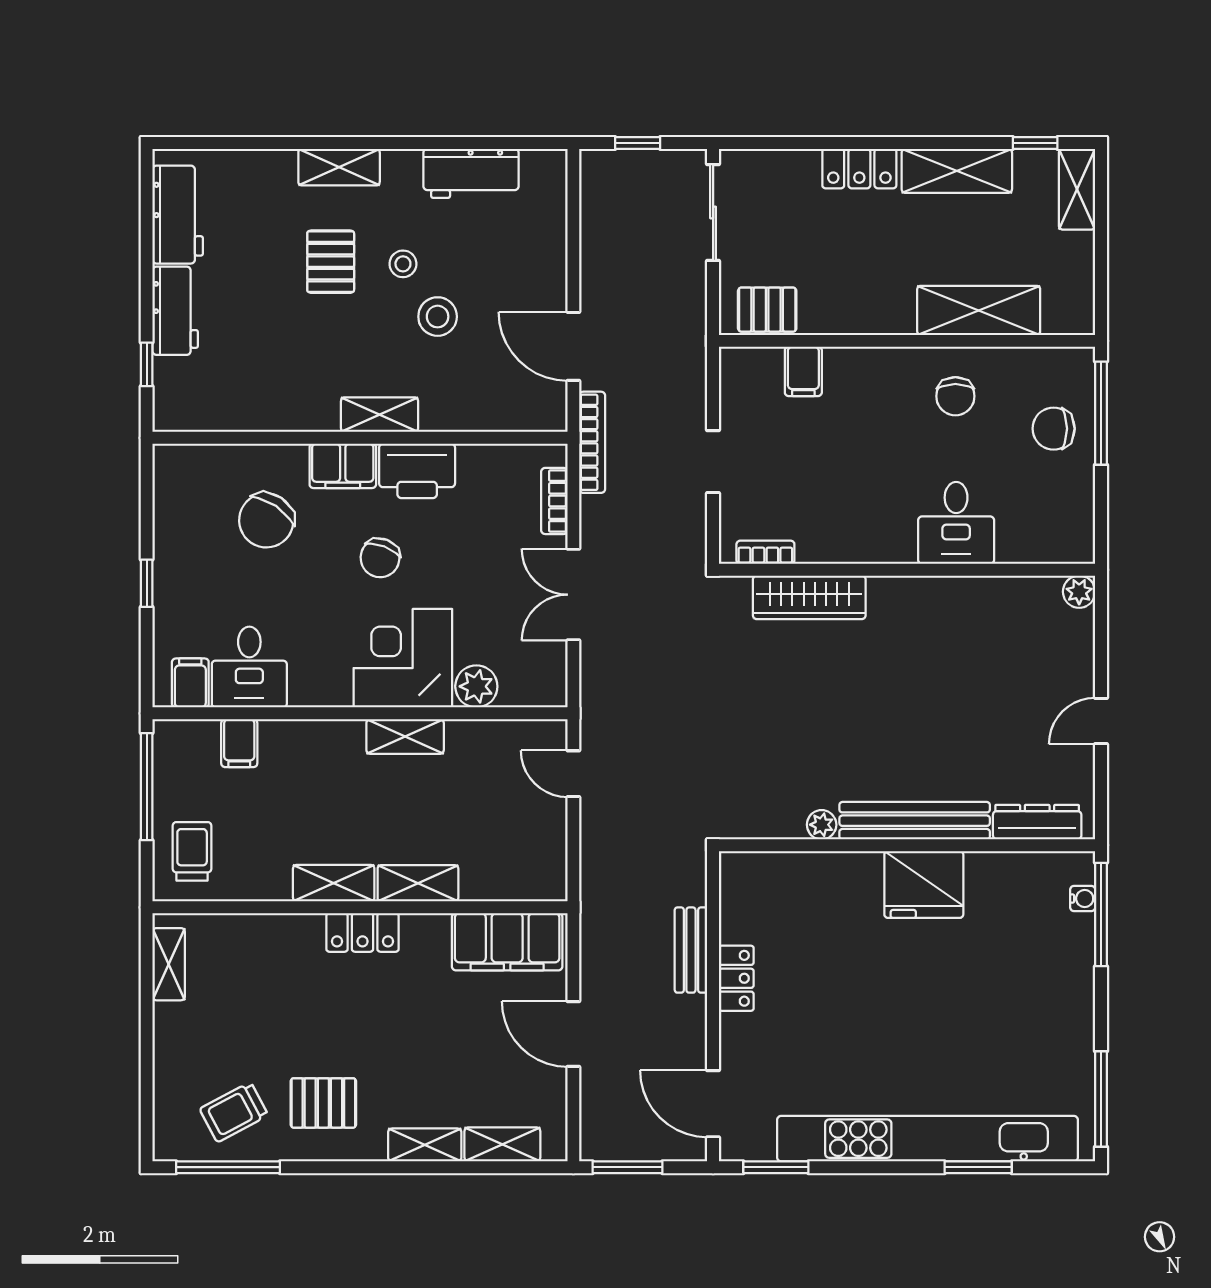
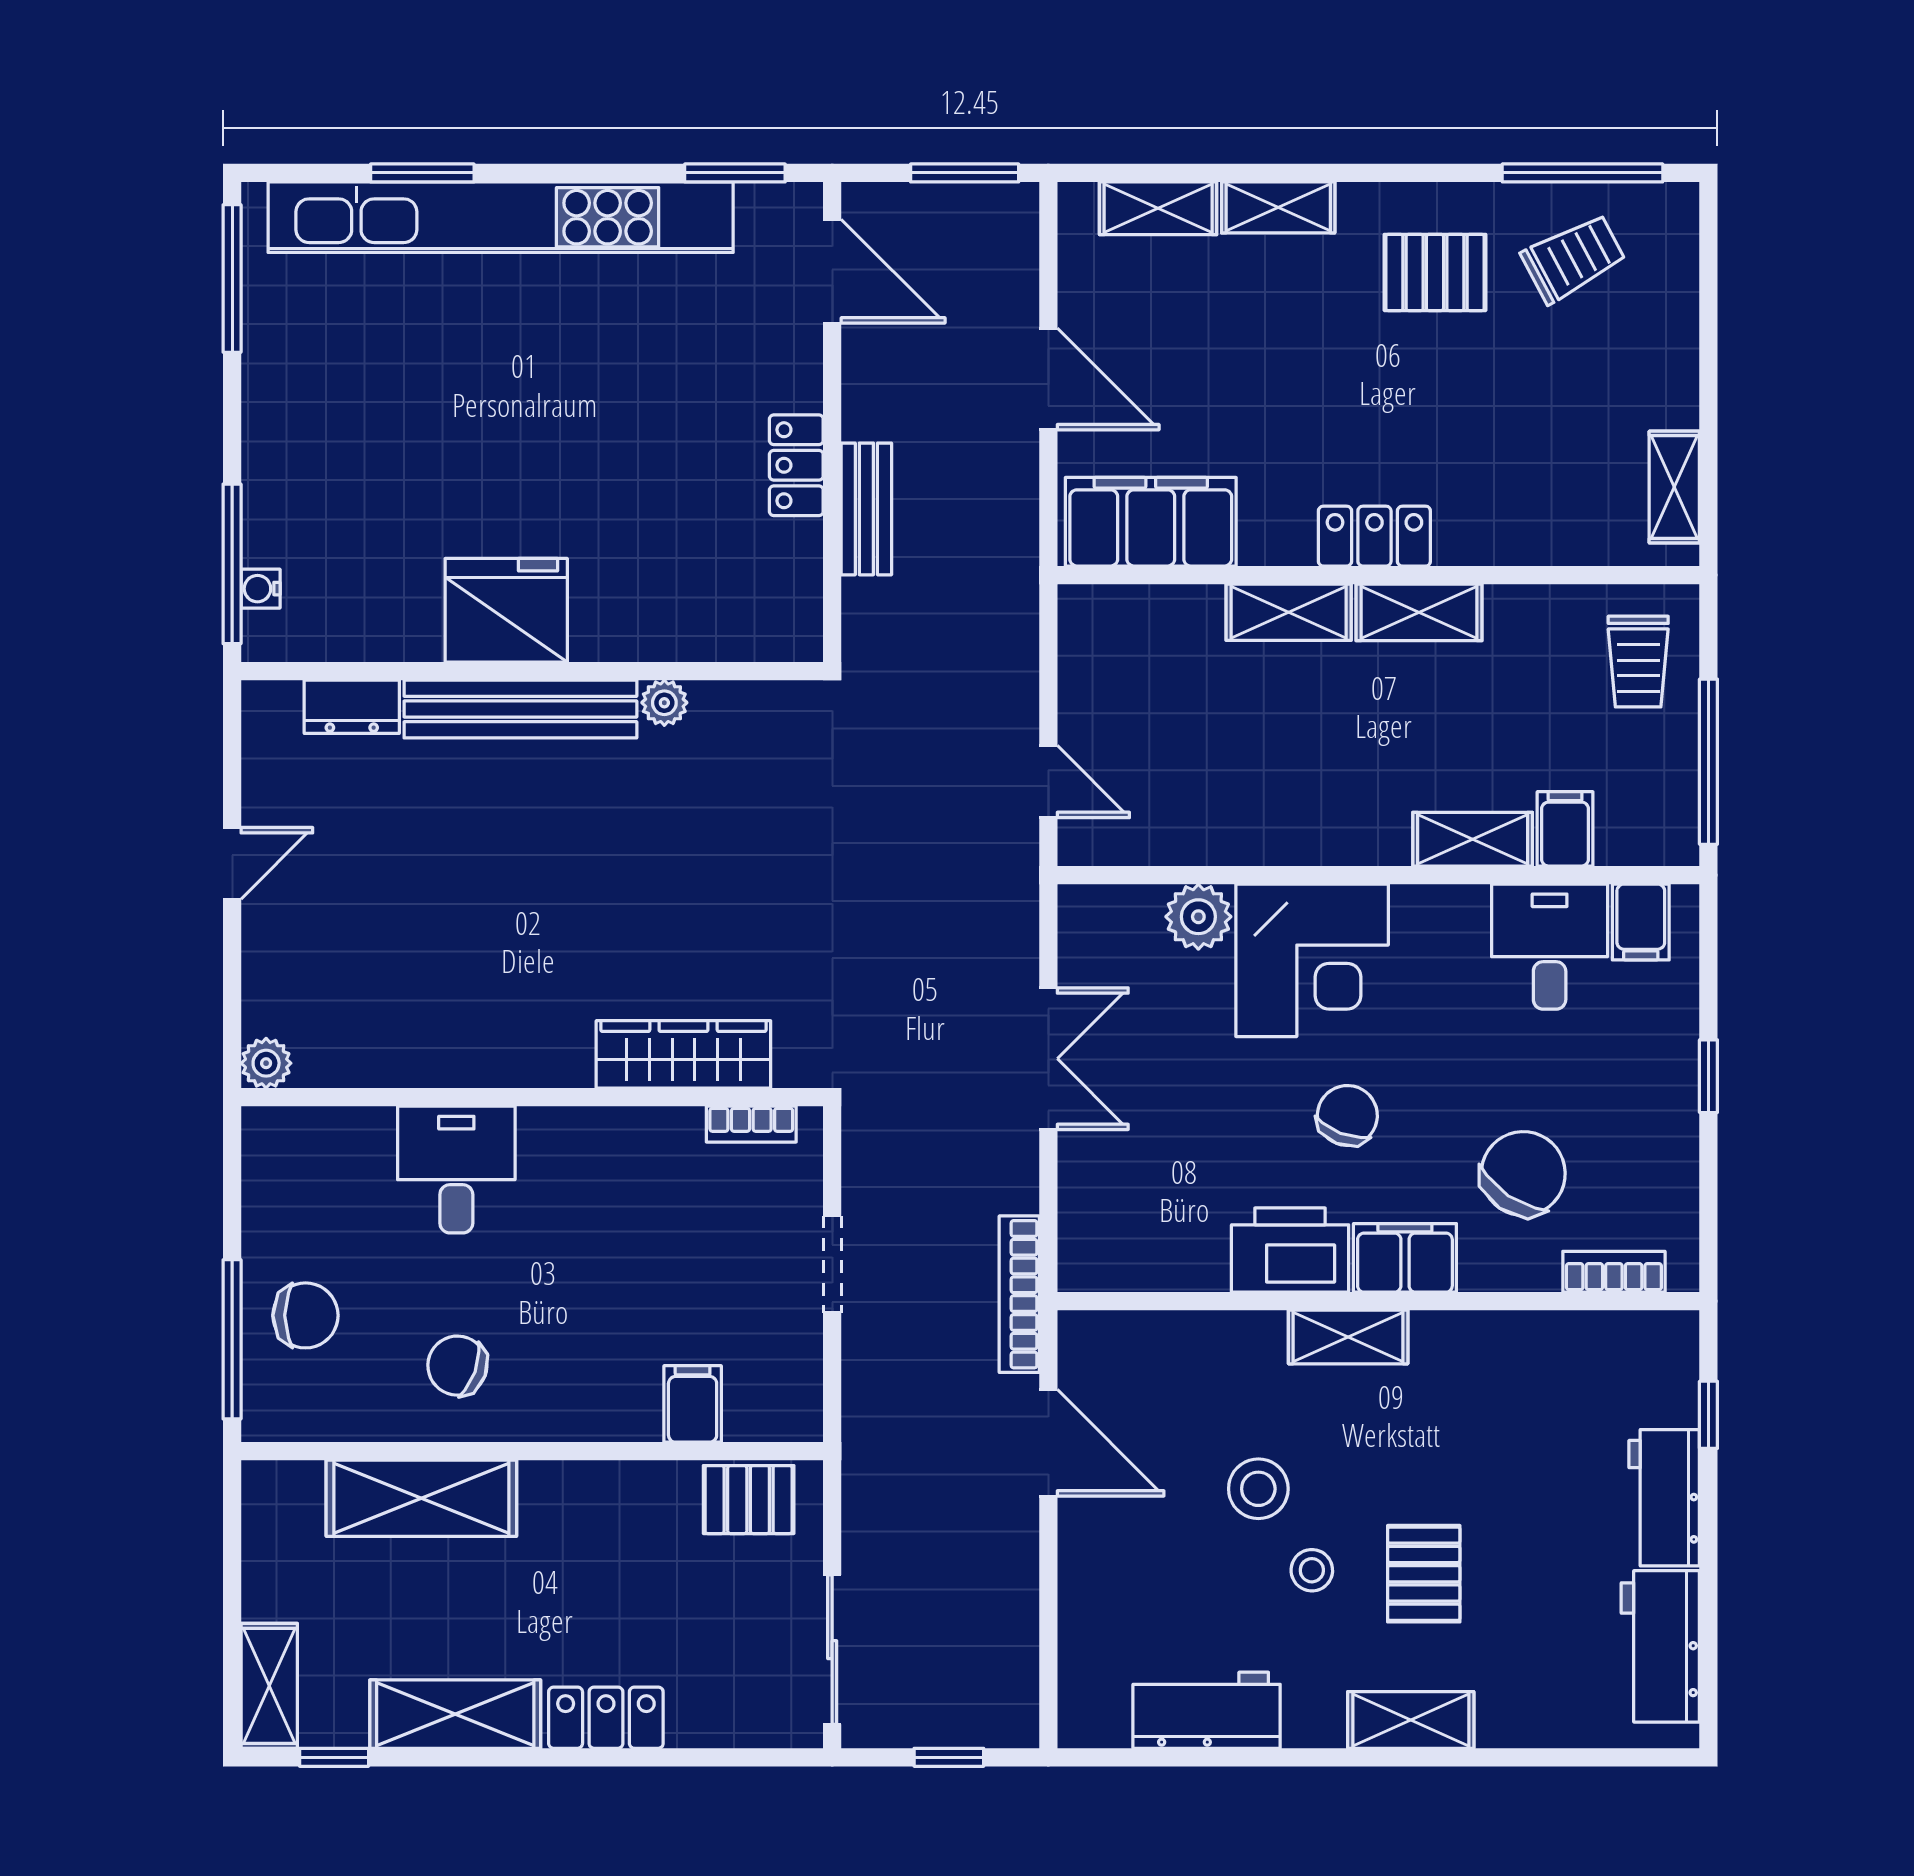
chair: (955, 396) -> (457, 1366), turned -70
bookcase: (554, 501) -> (1614, 1272), moved, turned -90
shelving: (405, 737) -> (1473, 839), moved
dresser: (1037, 822) -> (352, 707), width x0.70

